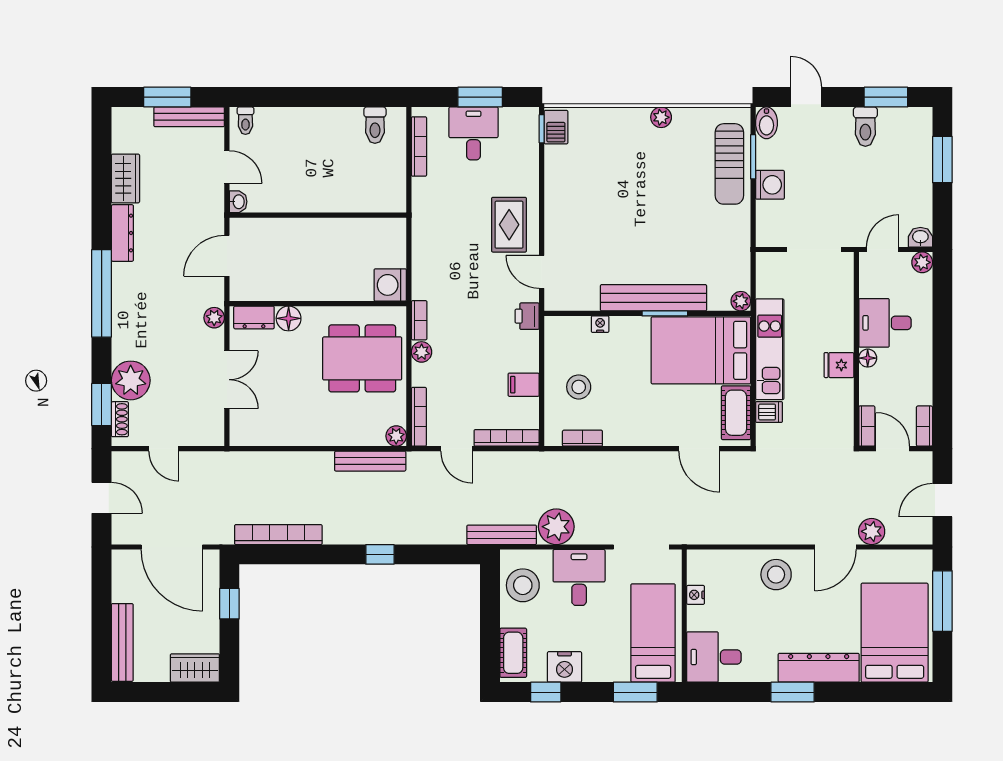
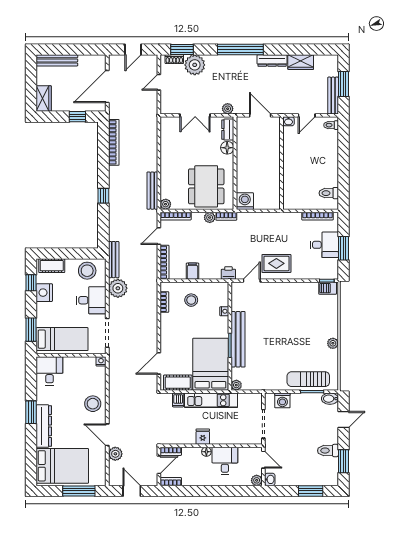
washing machine: (770, 185) -> (282, 400), moved
nightstand: (696, 595) -> (101, 361), moved

